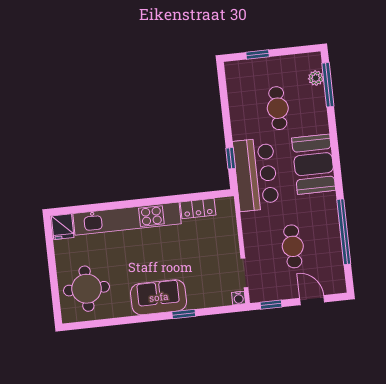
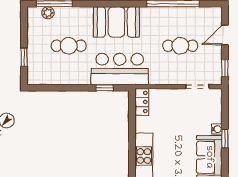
locker: (198, 209) -> (142, 102), moved
water cooler: (239, 298) -> (217, 129), moved

